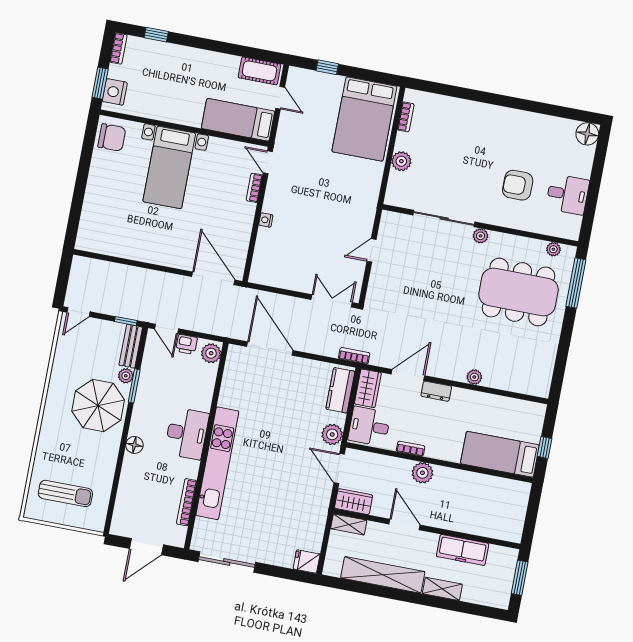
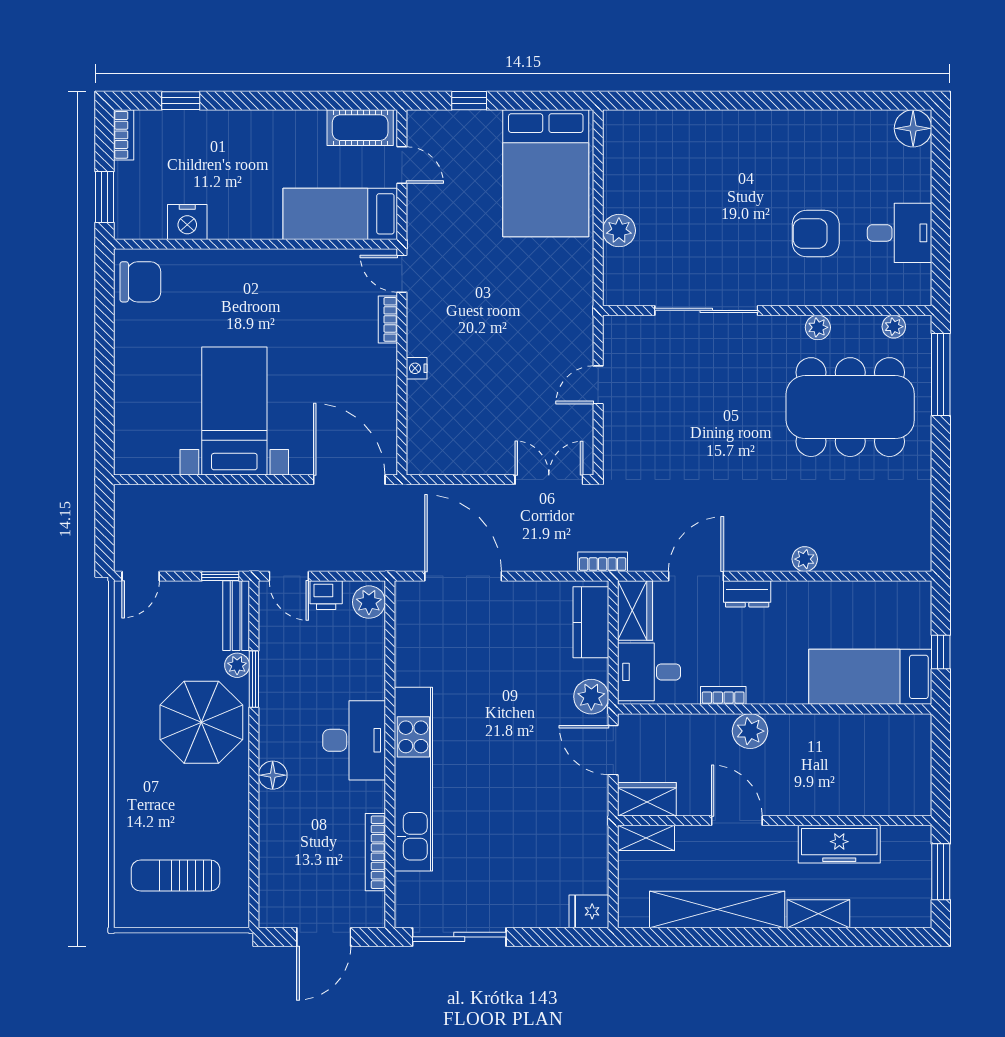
nightstand: (115, 92) -> (187, 222), moved, turned -90
bookcase: (406, 117) -> (612, 157), removed
bed with nightstands: (169, 167) -> (234, 411), moved, turned 180
plant: (481, 236) -> (818, 327), moved
sun lounger: (65, 493) -> (175, 876), turned 180

